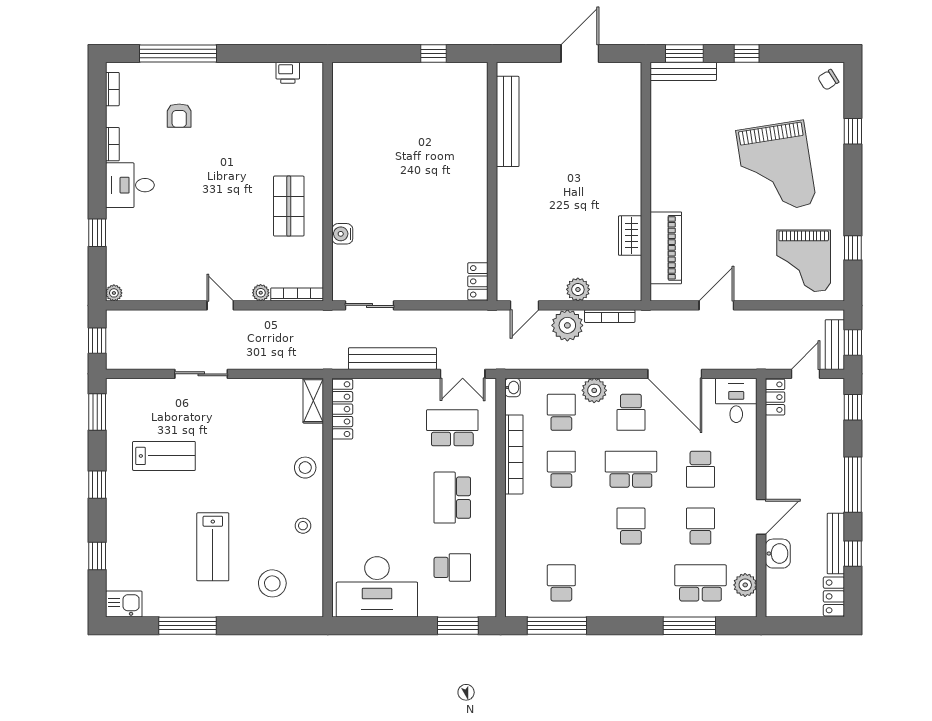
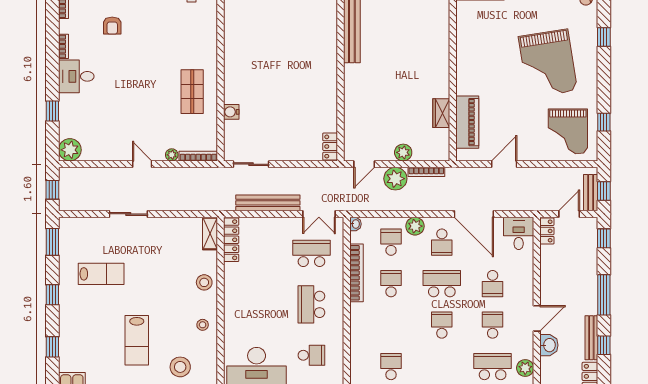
plant: (114, 293) -> (70, 150), width x1.88, depth x1.88

